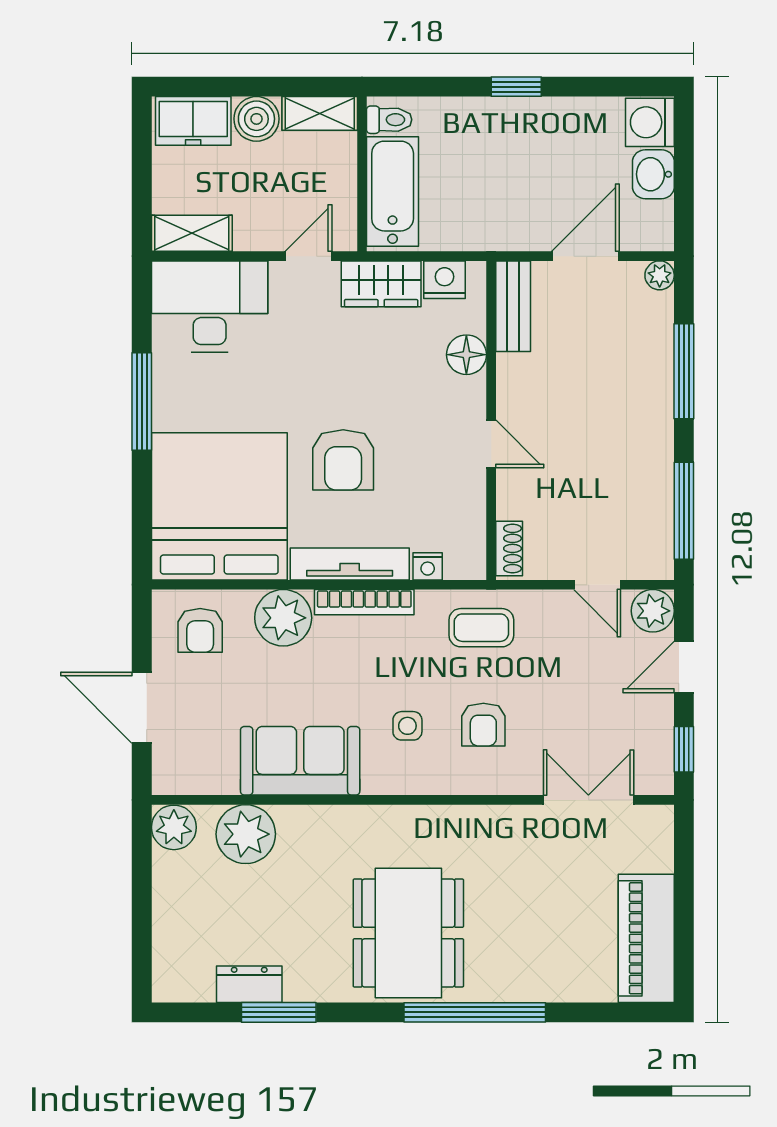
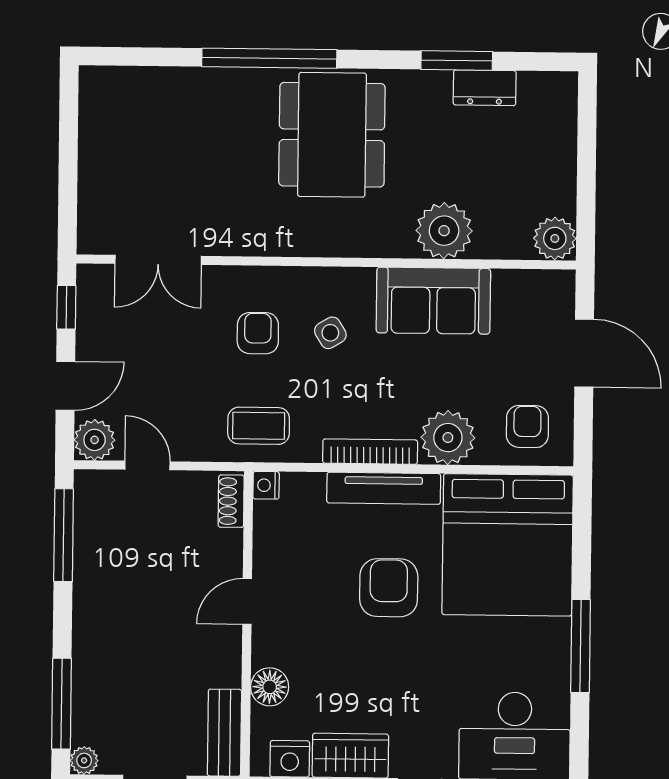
window: (684, 371) -> (62, 704), moved
door: (491, 444) -> (247, 601), hinge flipped
nightstand: (428, 566) -> (266, 485), moved, turned -90
side table: (407, 726) -> (330, 333), turned -31
plant: (246, 834) -> (444, 231), moved
piano: (646, 938) -> (105, 127), removed

